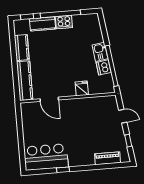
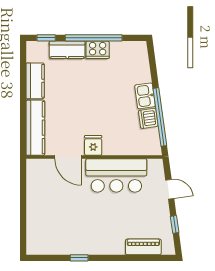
fridge: (82, 88) -> (93, 145), moved
bar counter: (46, 157) -> (116, 175), moved, turned 180

